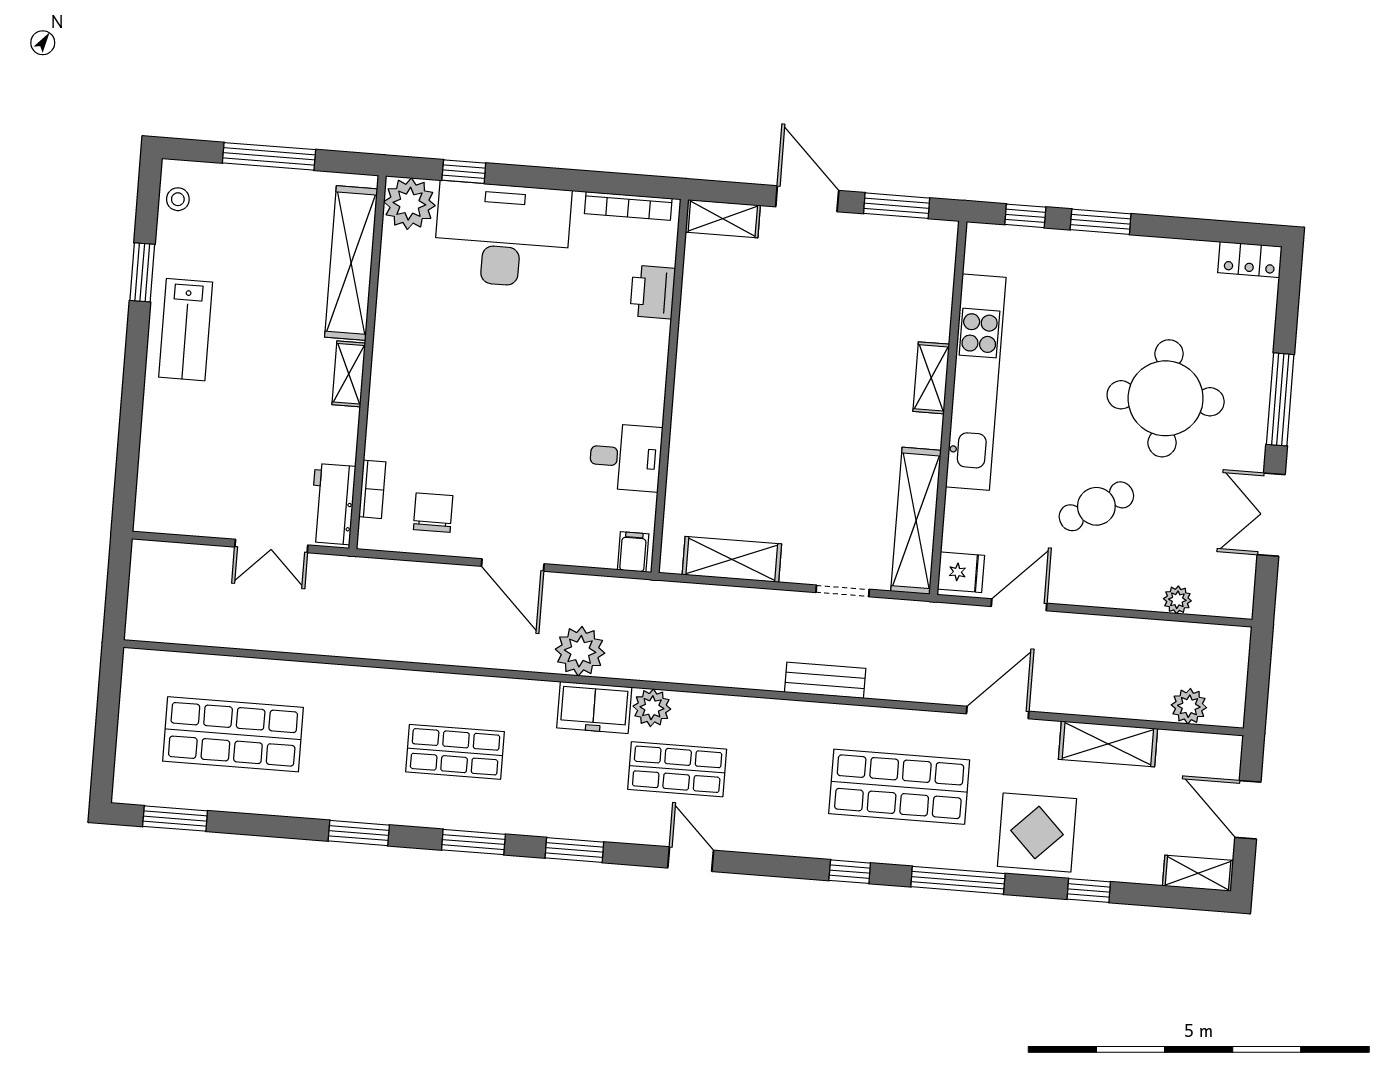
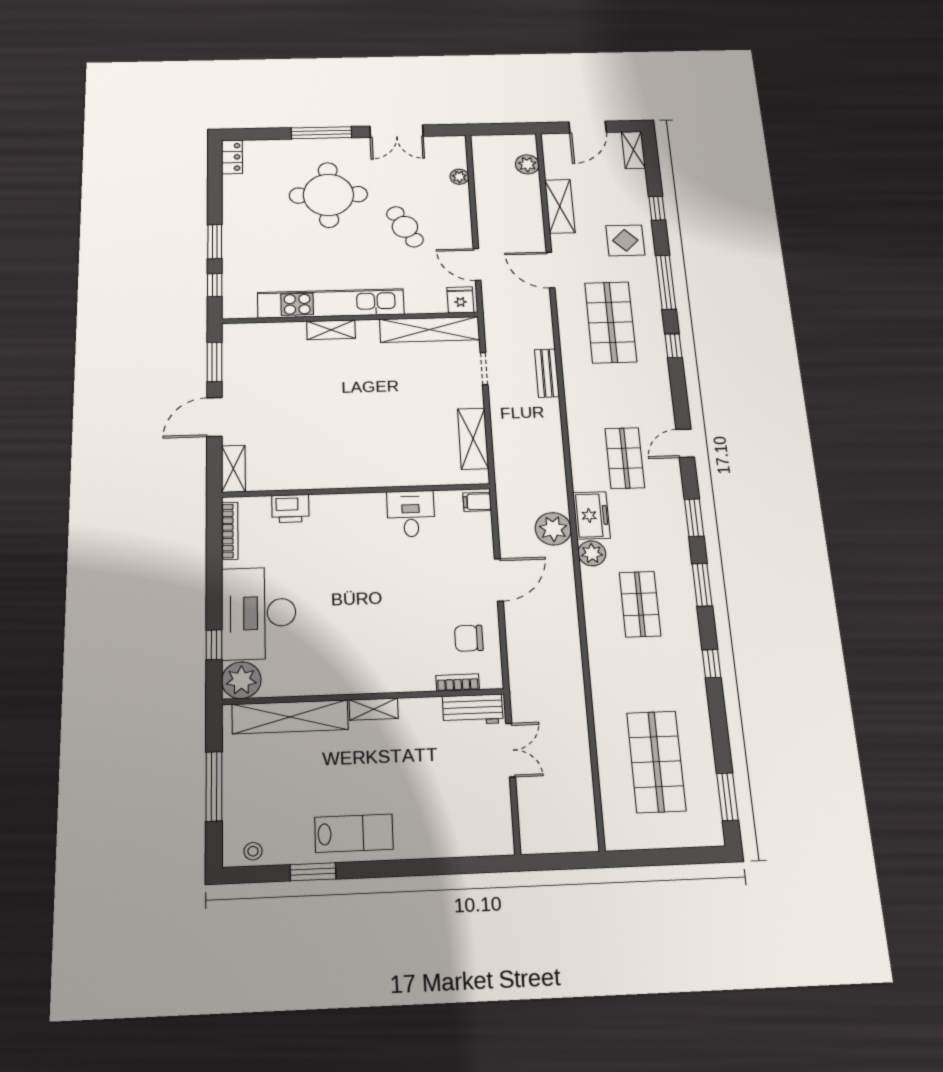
plant: (652, 708) -> (592, 553), moved
window: (359, 833) -> (712, 664), width x0.67
display table: (1037, 833) -> (625, 240), width x0.73, depth x0.73

